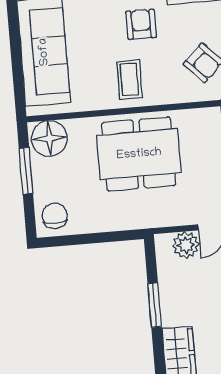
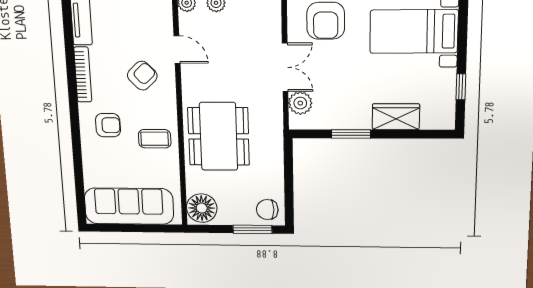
armchair: (141, 24) -> (108, 125), turned 180
window: (26, 171) -> (252, 229), moved

